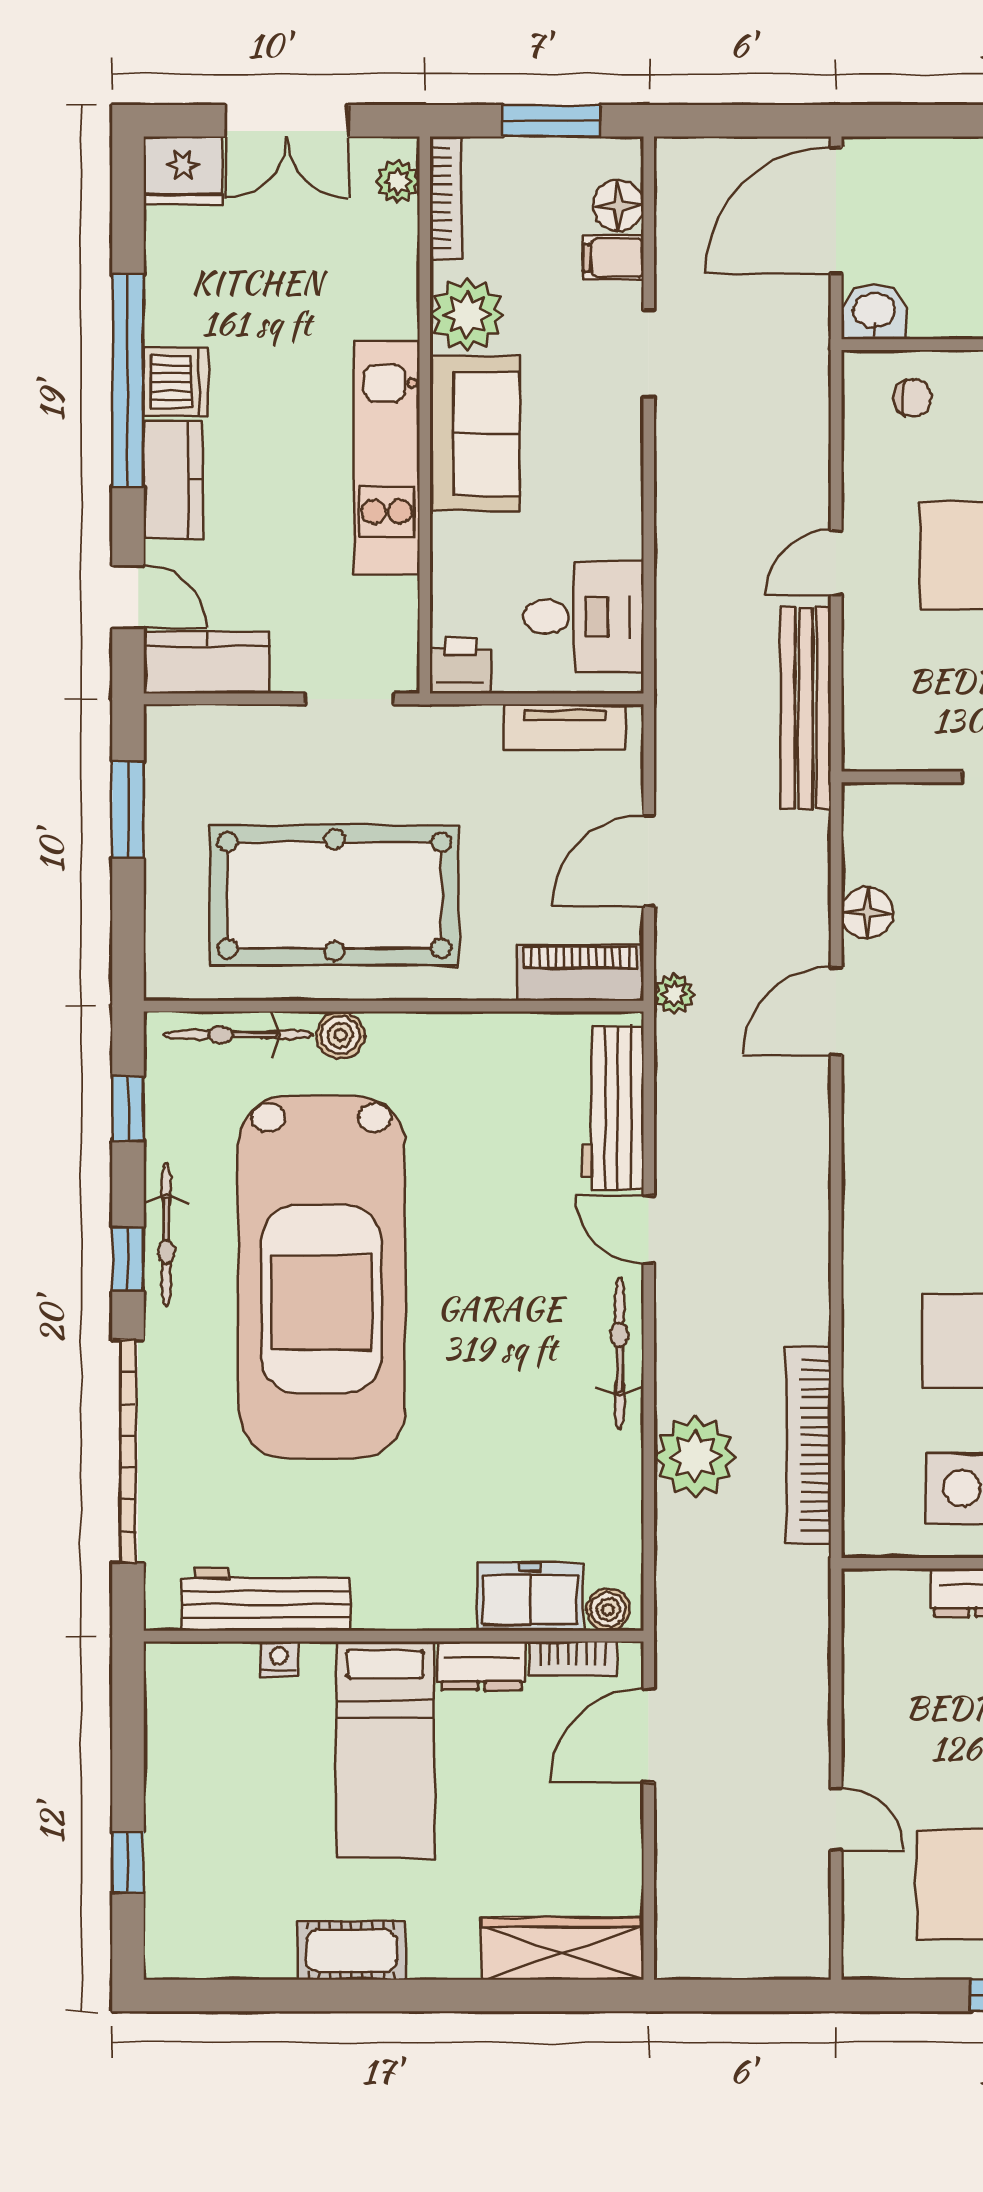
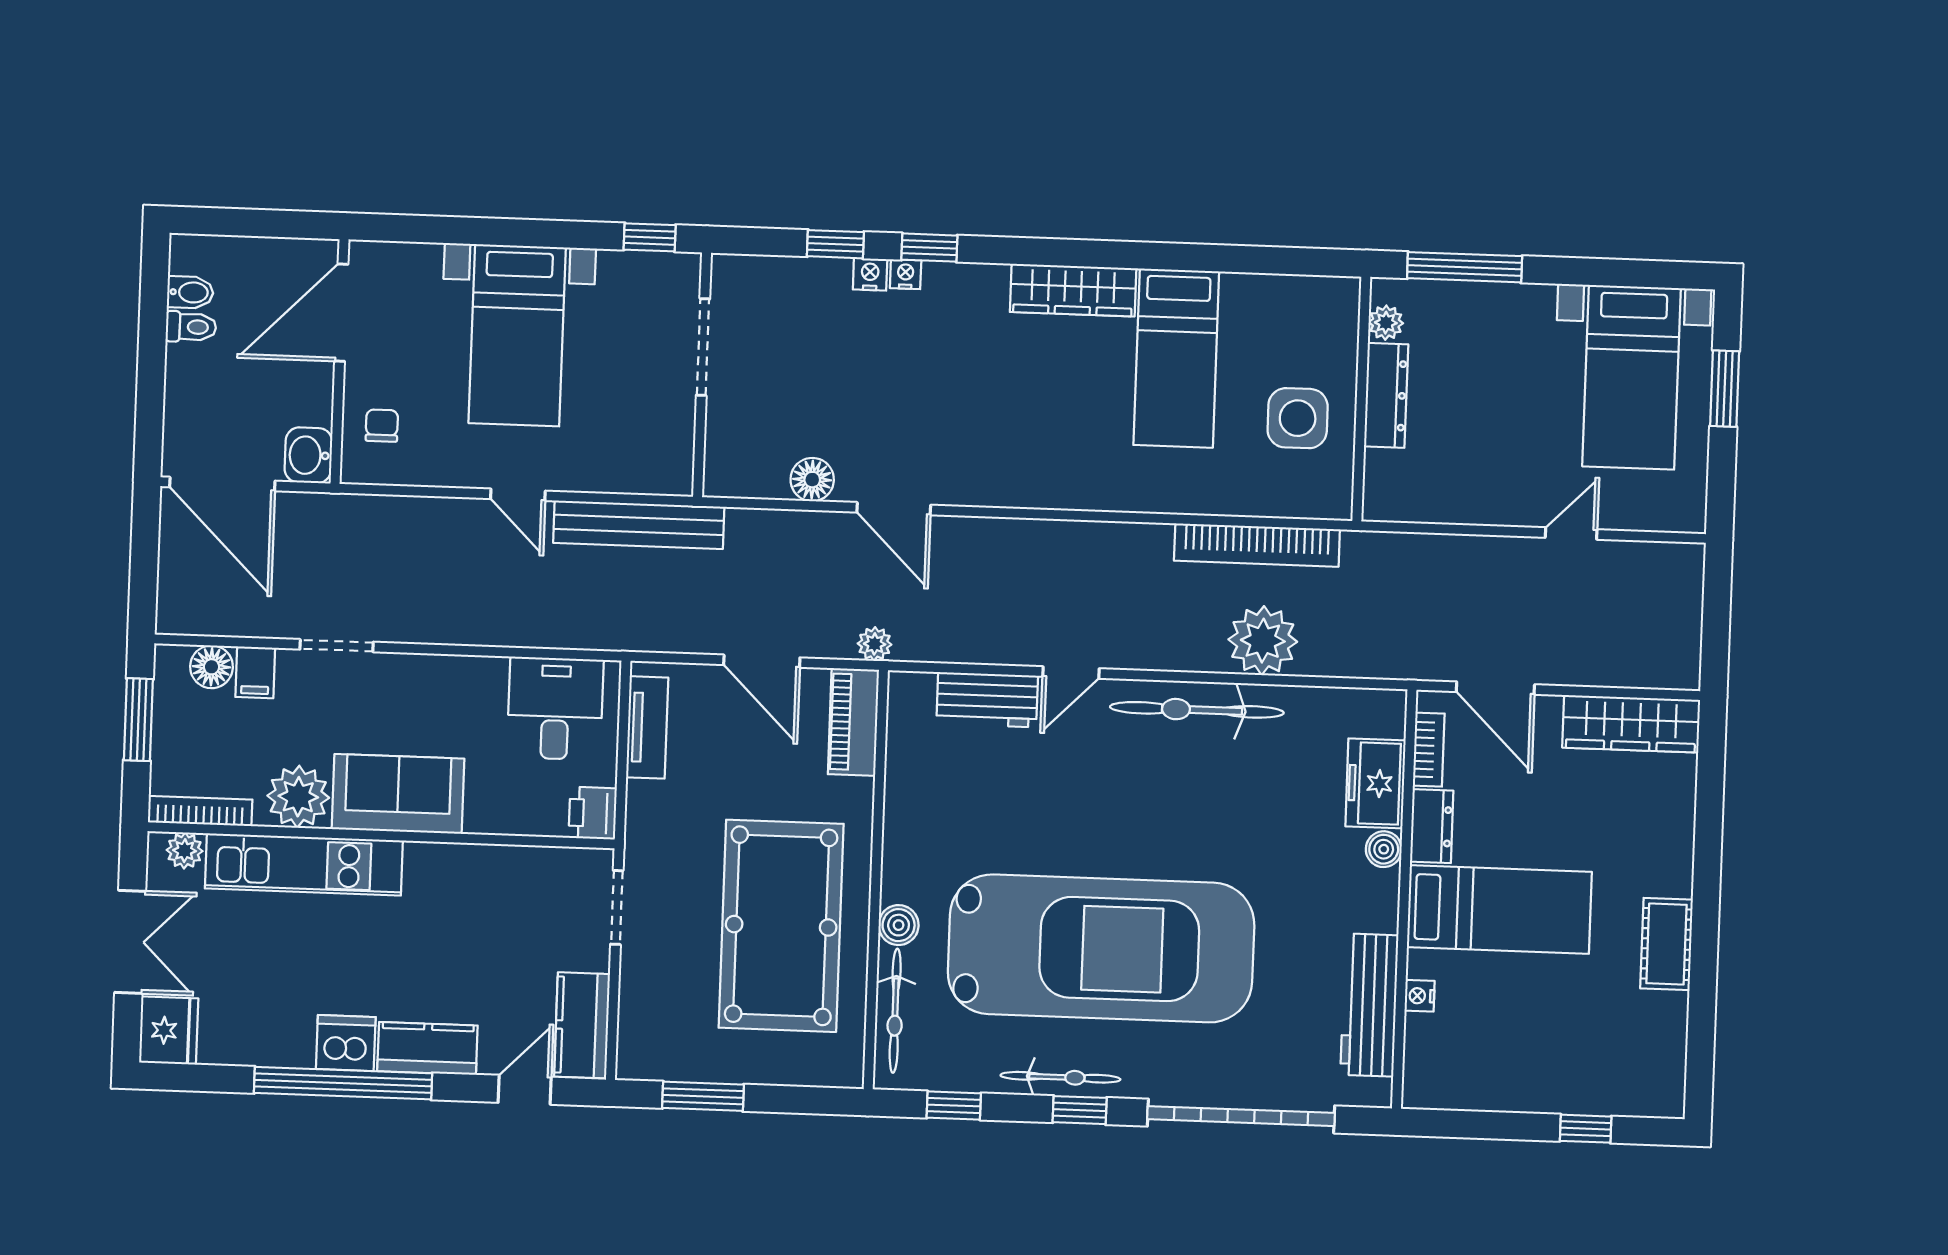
kitchen unit: (387, 458) -> (304, 864), moved
workbench: (613, 1108) -> (987, 700), width x0.73
bicycle: (619, 1353) -> (1197, 710), width x1.37, depth x1.40
boiler: (608, 1610) -> (1384, 849), moved
wardrobe: (562, 1949) -> (1631, 724), moved, turned -90

